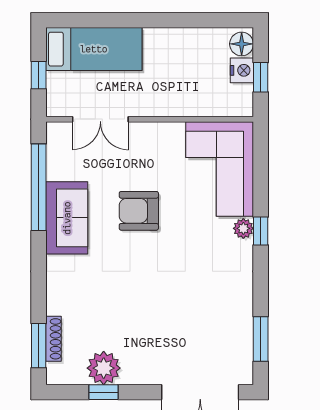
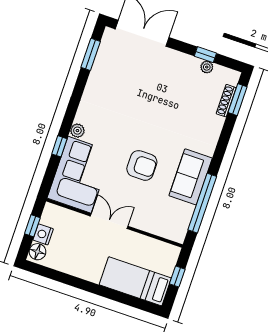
double door: (100, 119) -> (109, 221), moved
window: (261, 231) -> (59, 146), moved
plant: (104, 368) -> (207, 67), width x0.53, depth x0.53

